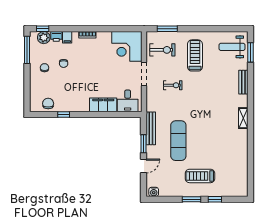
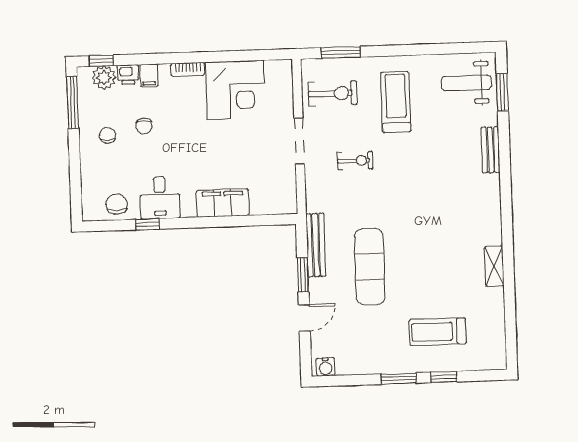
corner desk: (127, 46) -> (235, 90), moved, turned -90
desk: (128, 101) -> (160, 198), moved
shelving: (243, 118) -> (494, 266), moved
treadmill: (200, 176) -> (438, 332), moved

